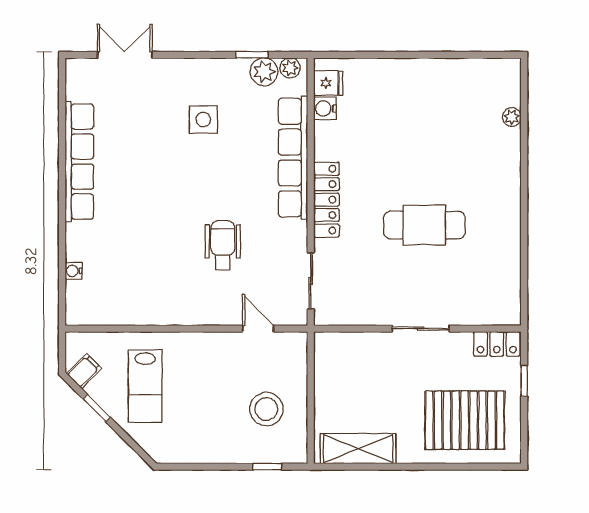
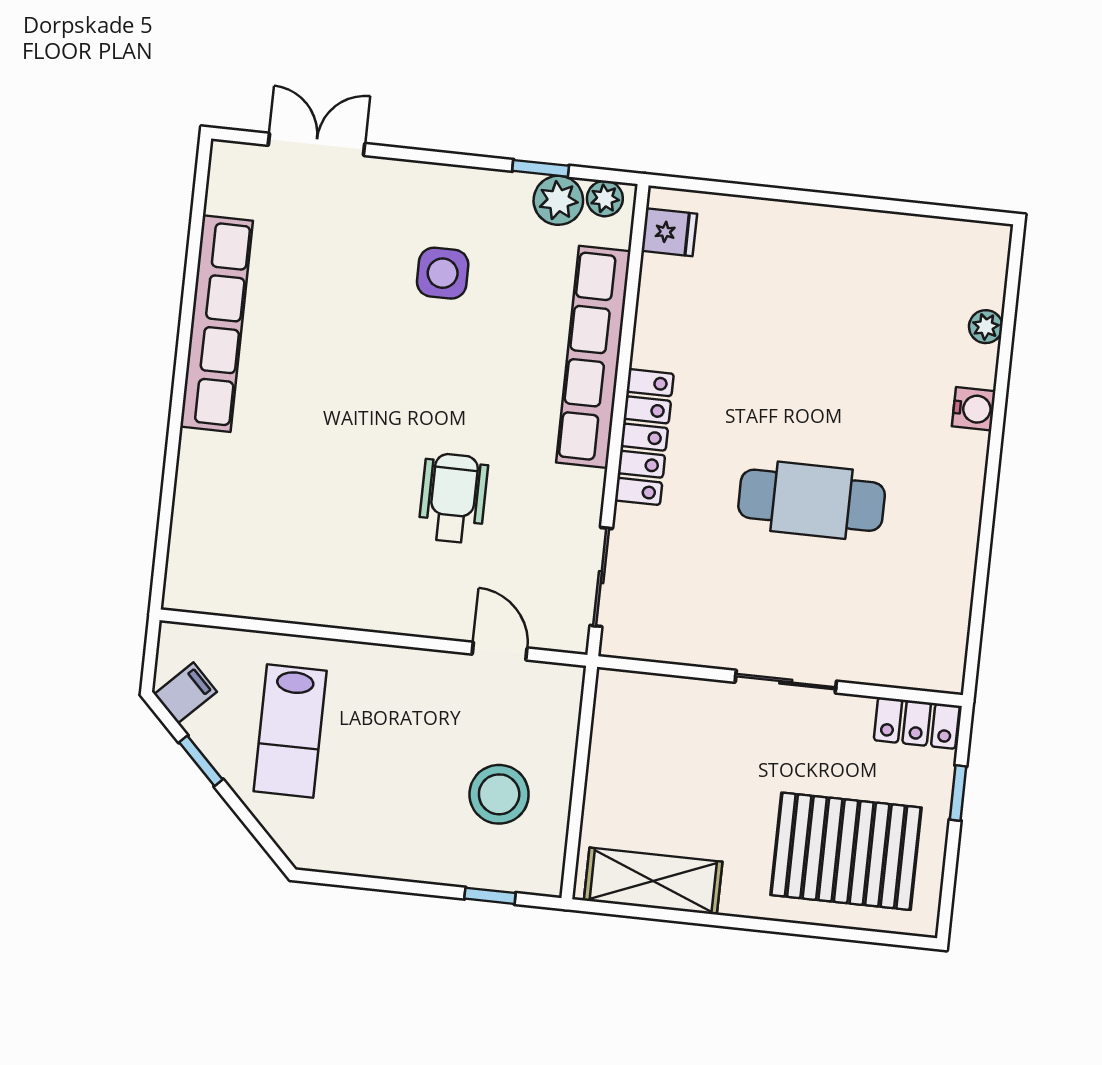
water cooler: (325, 108) -> (974, 409), moved, turned 180
water cooler: (74, 271) -> (186, 515), removed

